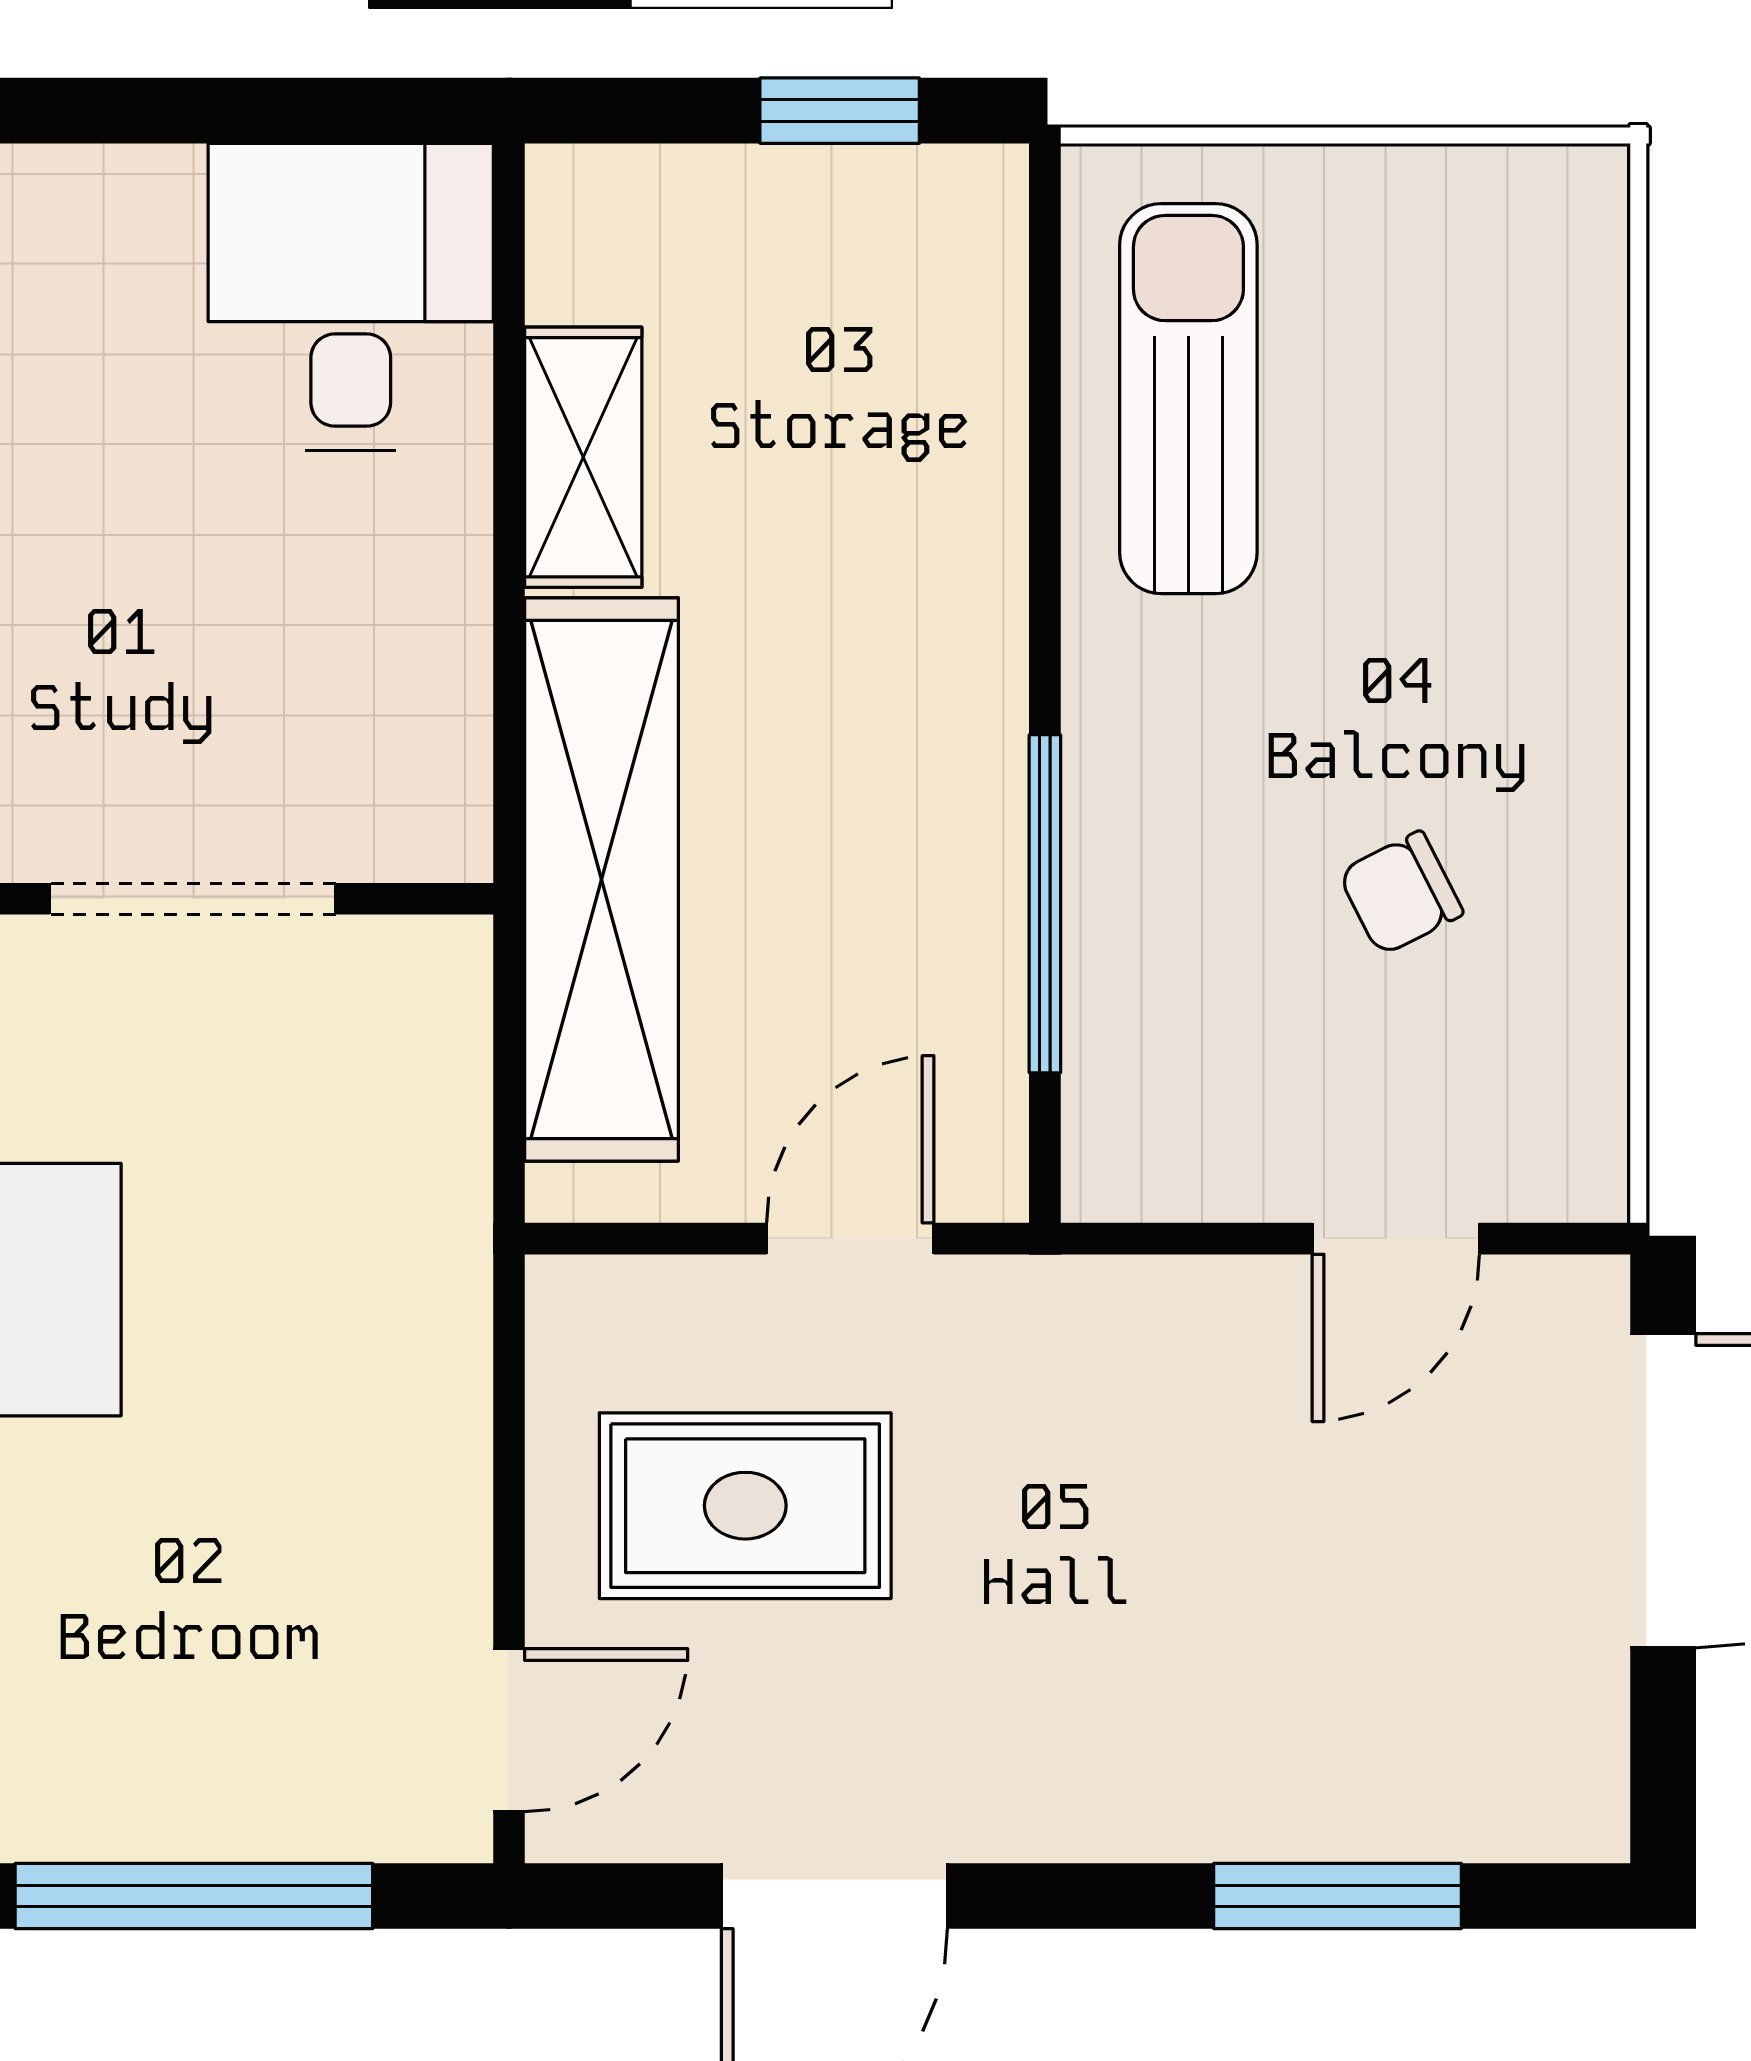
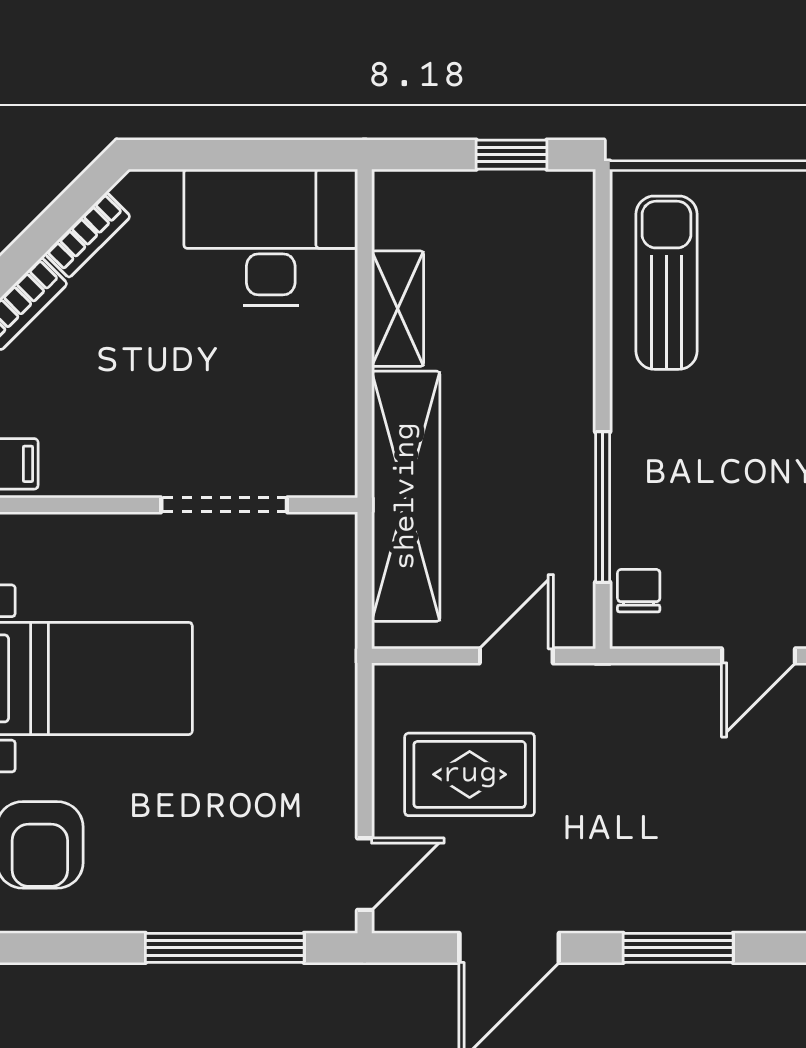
desk: (351, 297) -> (271, 237), width x1.37
chair: (1401, 893) -> (639, 591), moved, turned 117
window: (1338, 1896) -> (678, 948), moved

